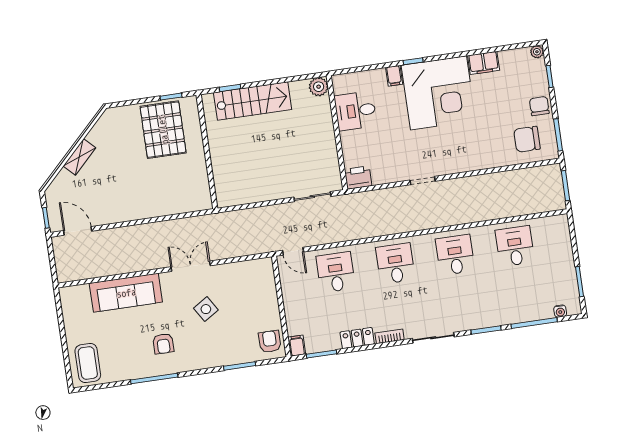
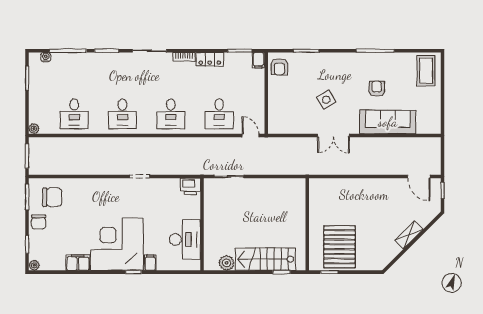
plant: (319, 87) -> (227, 263), moved
desk: (355, 111) -> (185, 239), width x1.37
plant: (562, 221) -> (34, 129), added
armchair: (163, 344) -> (377, 89), moved

